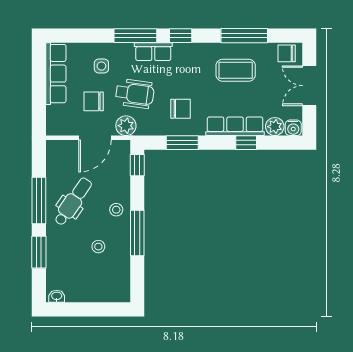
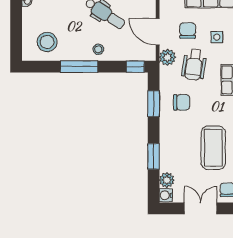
coffee table: (236, 70) -> (213, 148), width x1.36, depth x1.32
chair: (181, 109) -> (182, 102), turned -90
row of seats: (235, 126) -> (167, 147), removed
window: (246, 143) -> (154, 156), width x1.50
stool: (98, 247) -> (47, 42), moved, width x1.89, depth x1.89

